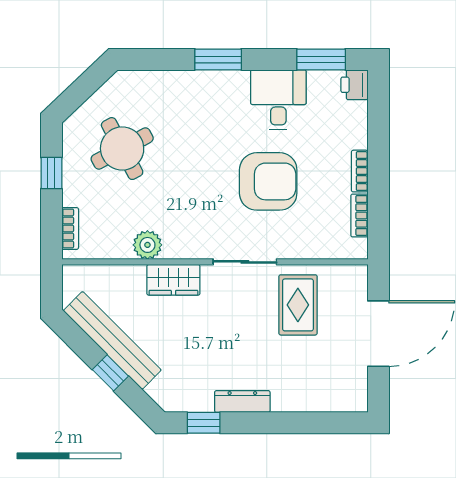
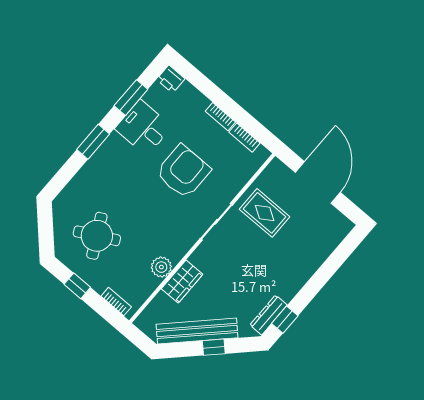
window: (321, 59) -> (131, 98), moved
wardrobe: (173, 280) -> (182, 282), moved
dresser: (242, 402) -> (269, 315), moved

